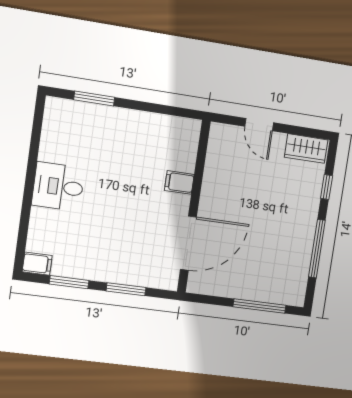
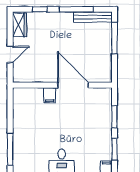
window: (94, 99) -> (10, 149), width x1.44
door: (188, 243) -> (73, 85), moved
bench: (300, 274) -> (92, 17), added

